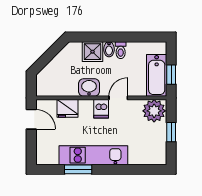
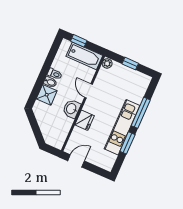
window: (171, 75) -> (79, 41), moved
fridge: (67, 108) -> (85, 120), moved
dishwasher: (101, 109) -> (91, 107), removed
plant: (154, 111) -> (107, 63), width x0.53, depth x0.53
window: (120, 169) -> (141, 113), added

